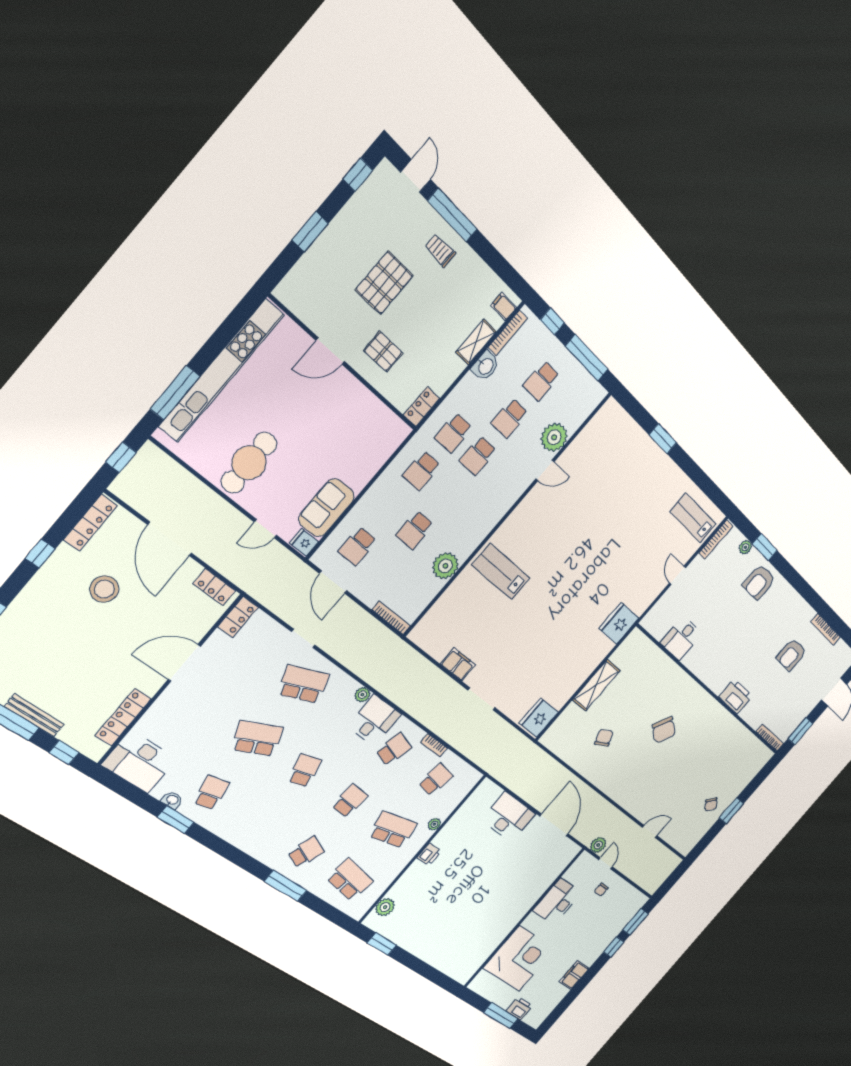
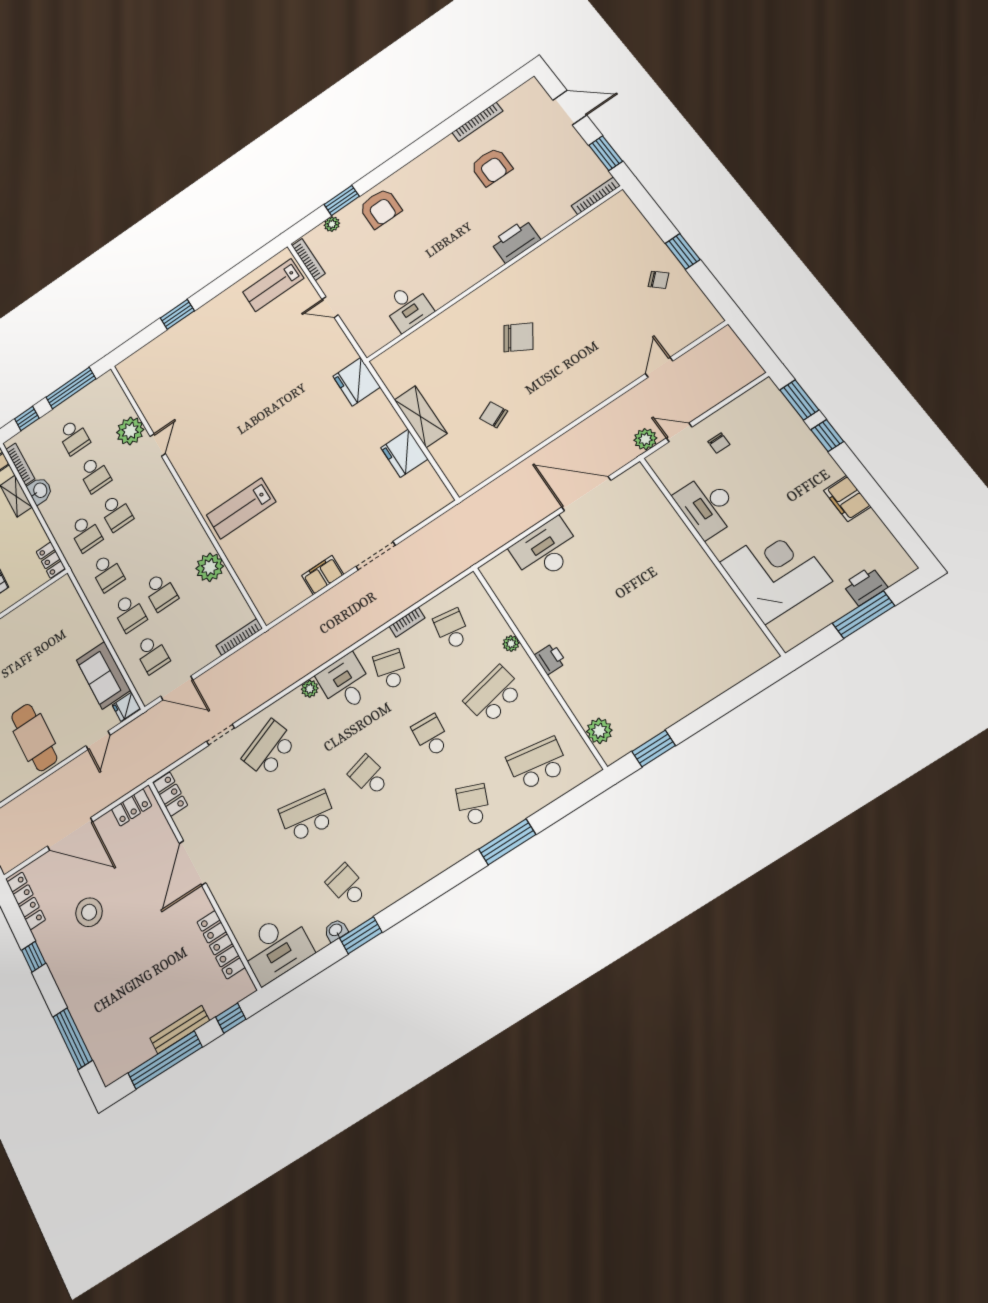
school desk: (389, 508) -> (129, 613), added
fridge: (539, 718) -> (404, 453), moved
school desk: (257, 738) -> (307, 816), turned 33

